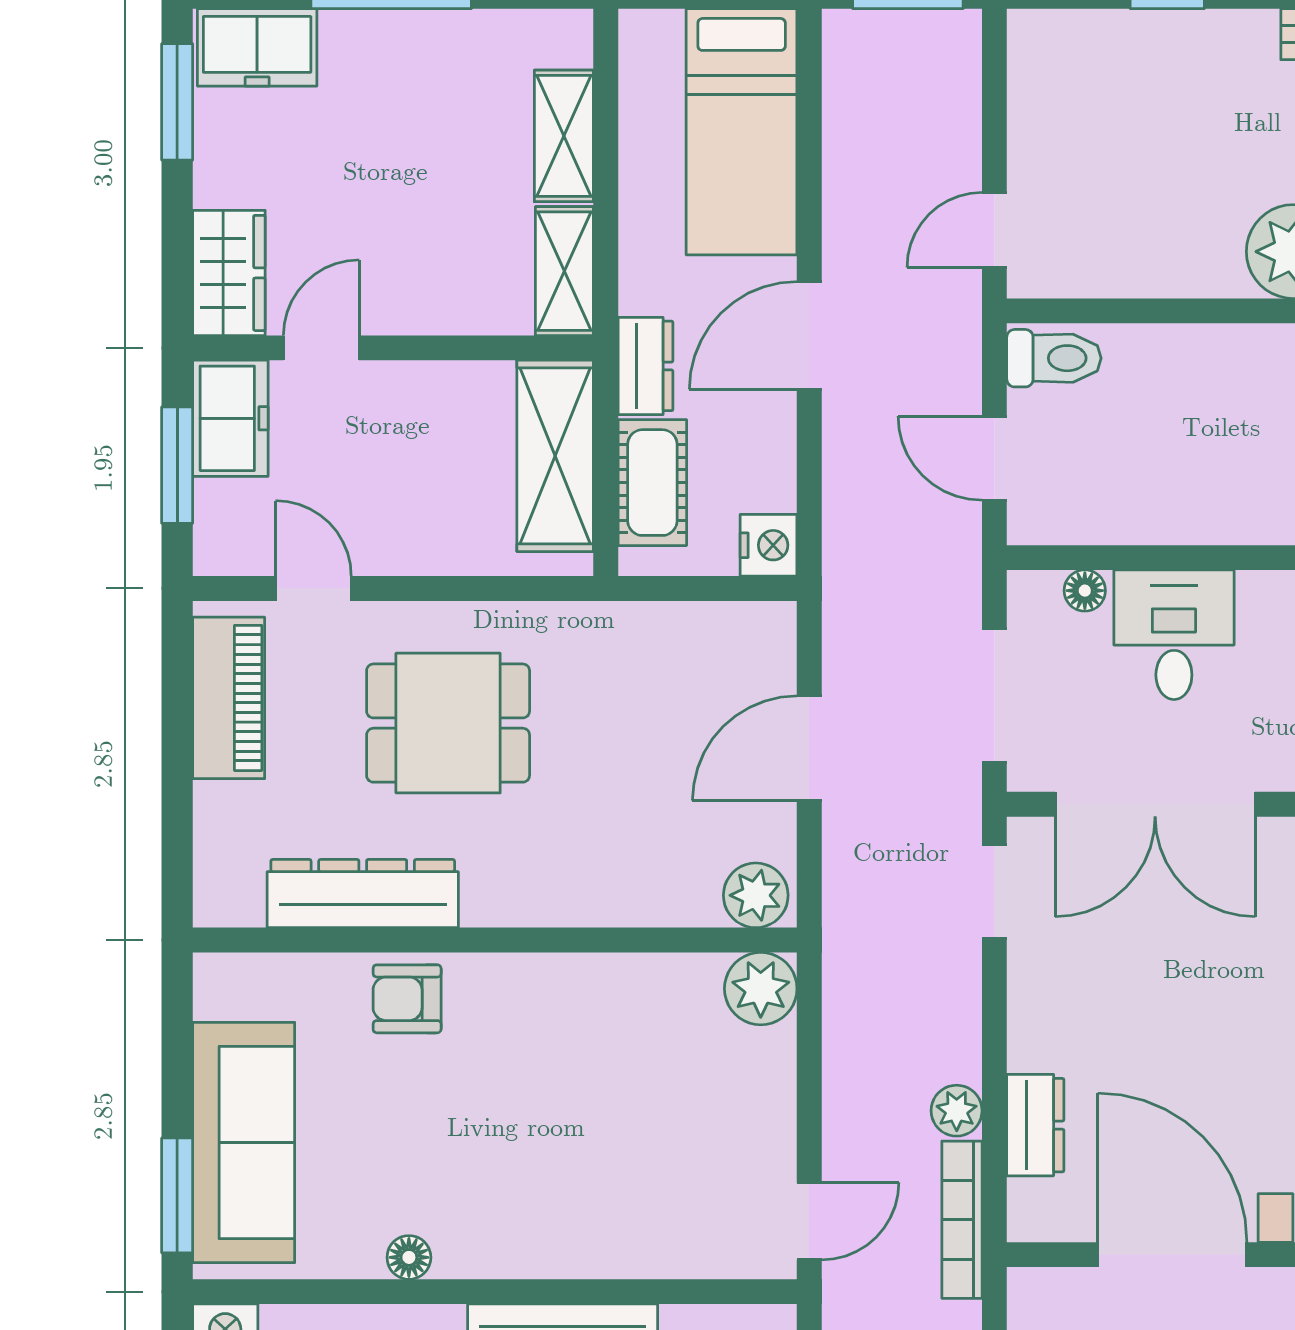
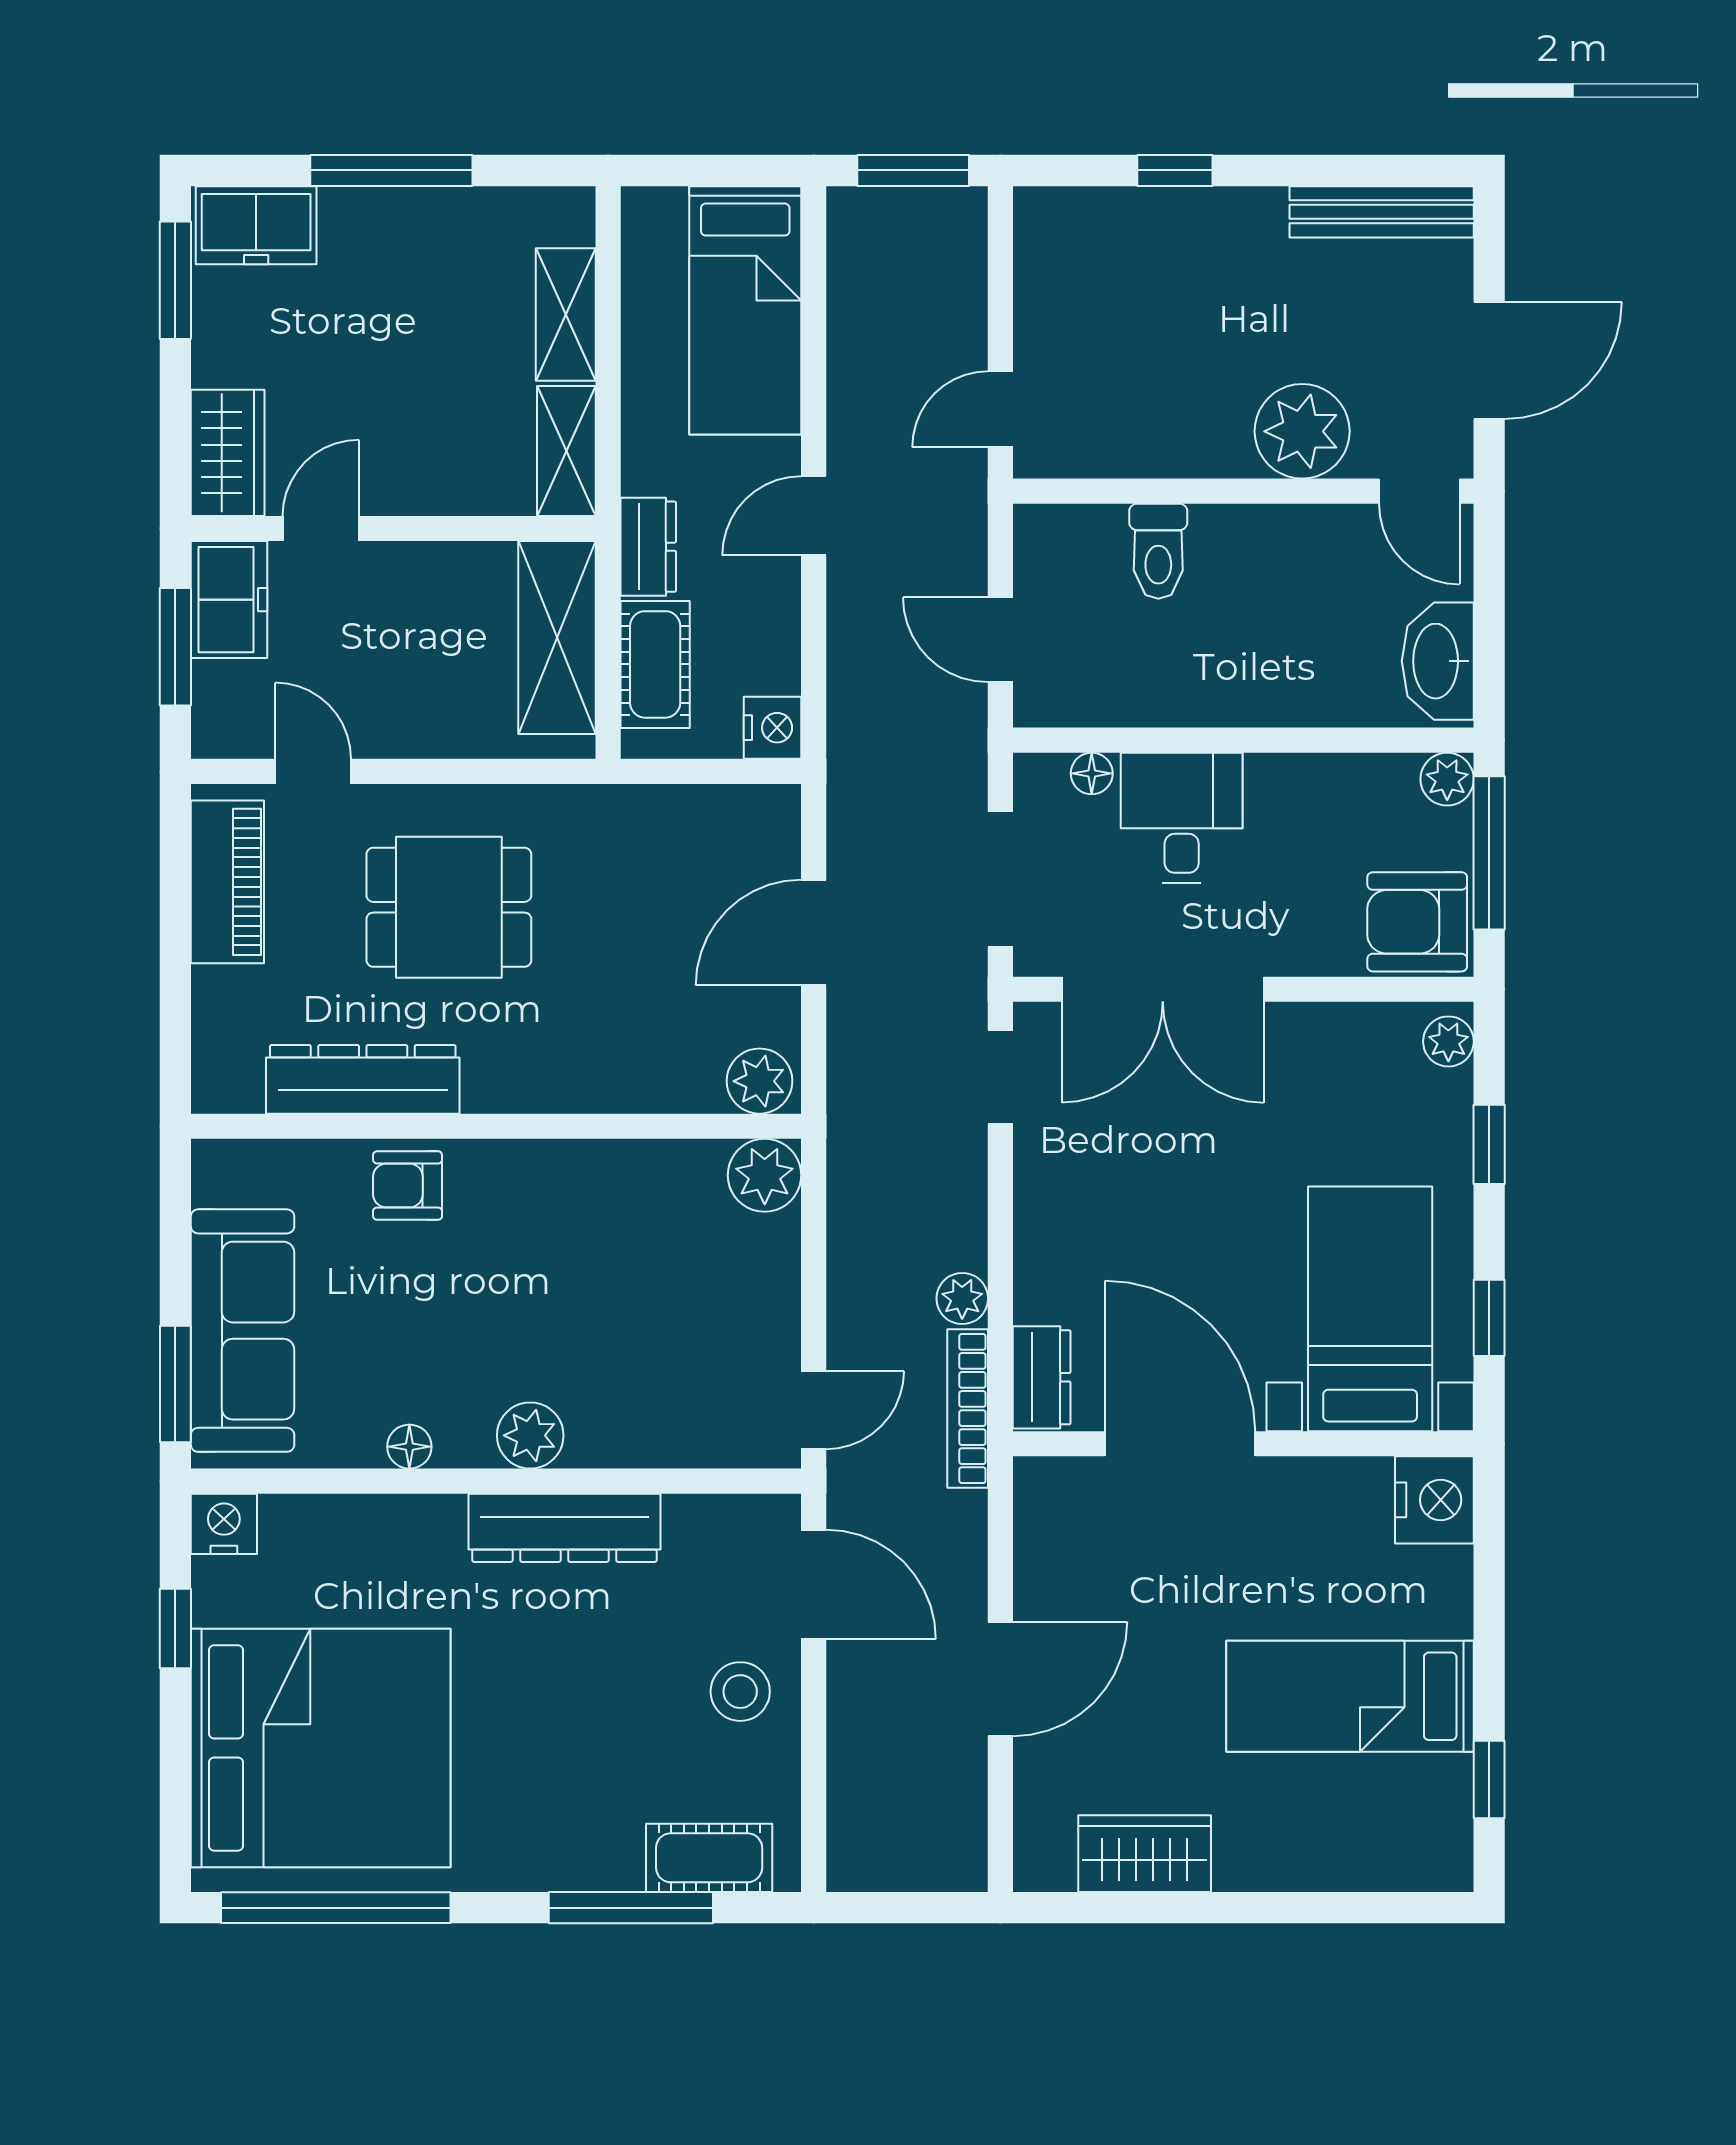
door: (809, 335) -> (814, 516), width x0.73
toilet: (1054, 358) -> (1158, 551), moved, turned 90
dresser: (1035, 1125) -> (1042, 1377), moved
plant: (529, 1246) -> (530, 1435), added

